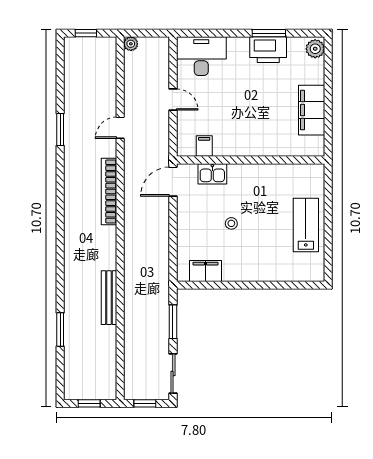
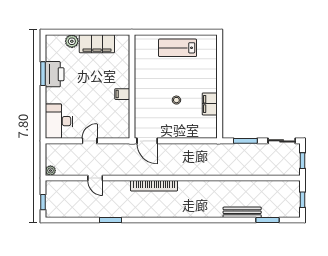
plant: (315, 49) -> (72, 41), moved
door: (120, 128) -> (95, 178), moved
filing cabinet: (204, 146) -> (122, 94), moved
kitchen sink: (212, 174) -> (142, 113), removed
filing cabinet: (205, 271) -> (210, 104), moved
bench: (109, 298) -> (242, 212), moved
window: (60, 329) -> (267, 220), moved

